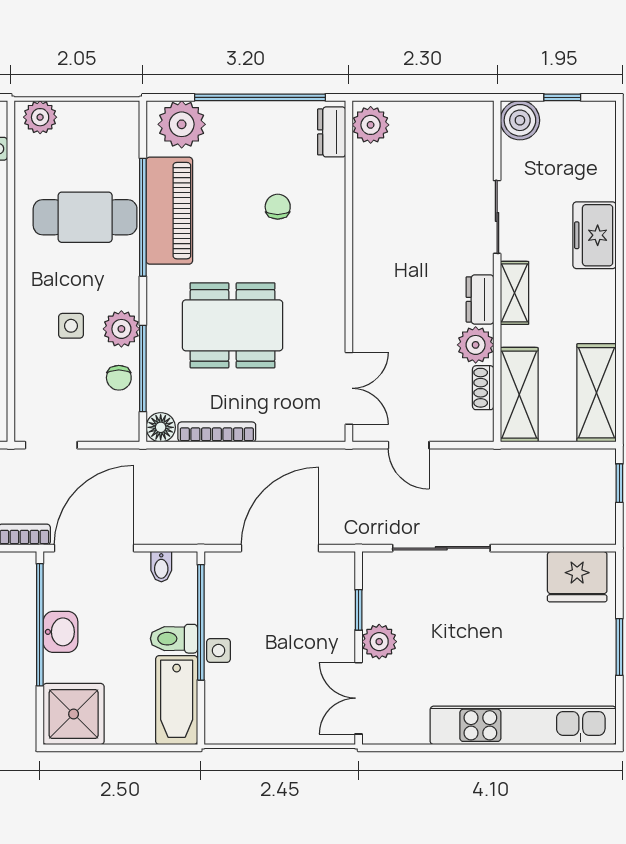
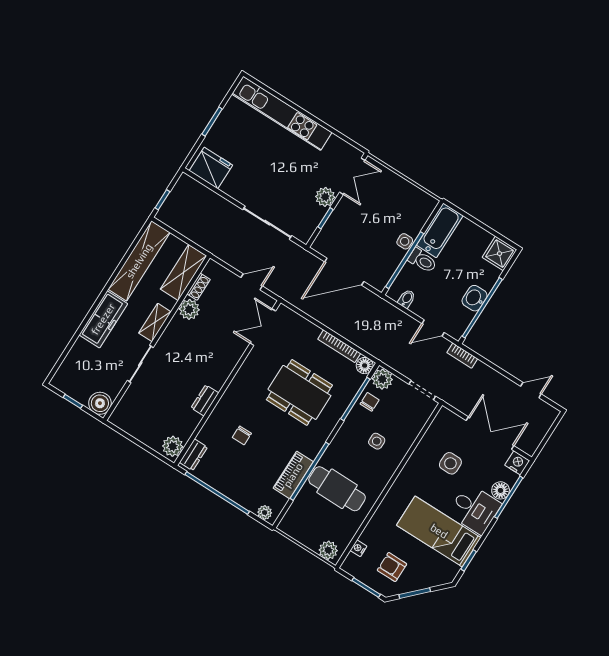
plant: (182, 124) -> (265, 513), width x0.53, depth x0.53
piano: (169, 211) -> (293, 475), width x0.73, depth x0.75
freezer: (595, 235) -> (103, 319), width x1.40
dresser: (480, 299) -> (205, 400), moved, turned 180
plant: (121, 329) -> (382, 379), moved
shelving: (597, 393) -> (139, 261), width x1.47
door: (409, 445) -> (252, 282), hinge flipped
door: (94, 548) -> (433, 328), width x0.53
shower: (74, 714) -> (499, 254), width x0.73, depth x0.73

